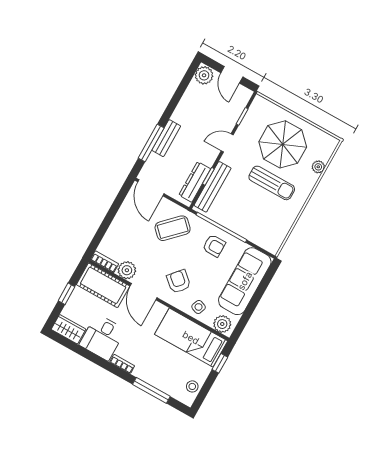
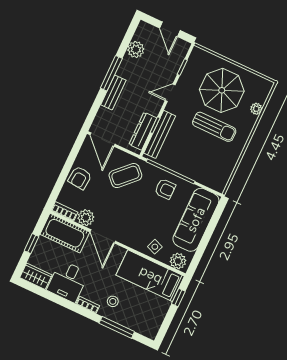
plant: (204, 75) -> (136, 49), moved
window: (151, 143) -> (111, 73), moved
armchair: (179, 281) -> (80, 178), moved, turned -126
stool: (192, 386) -> (113, 301), moved

